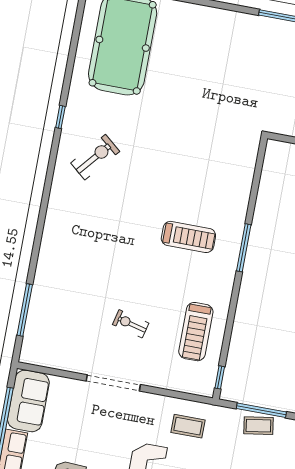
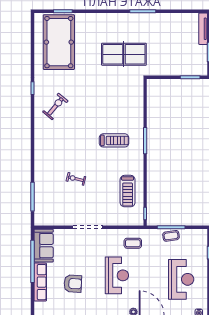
table tennis table: (234, 87) -> (124, 54), added
exercise bike: (131, 324) -> (76, 179), moved

